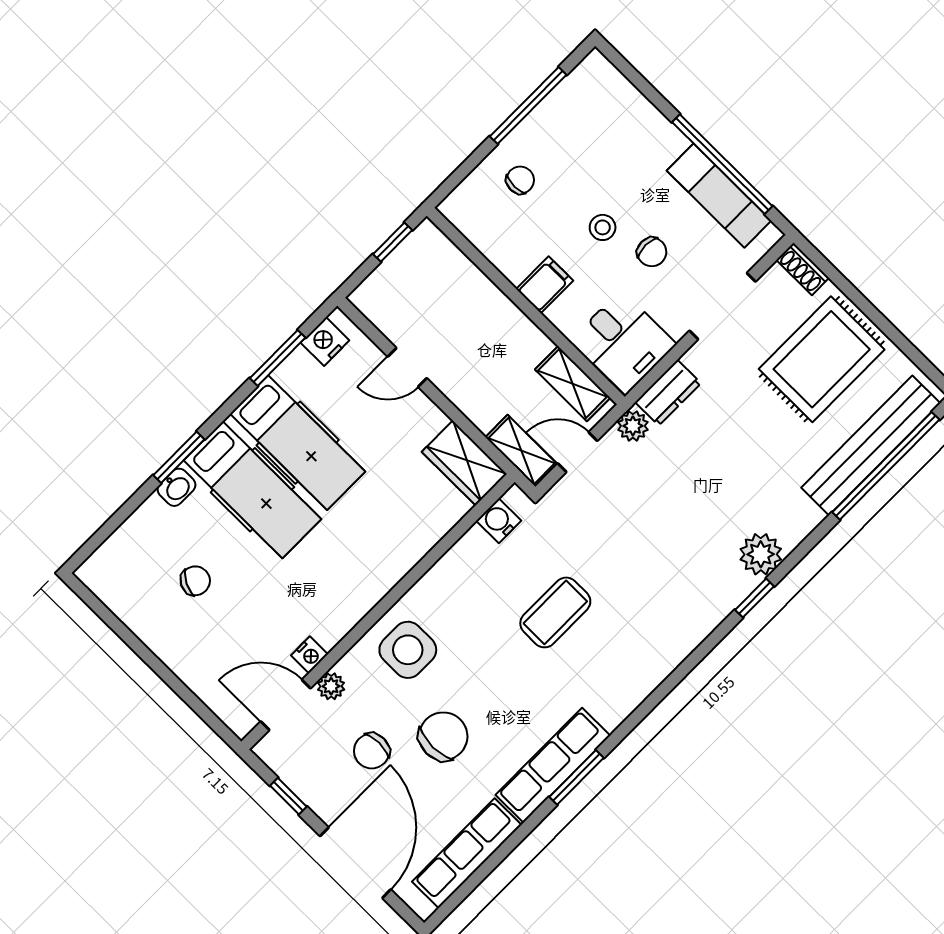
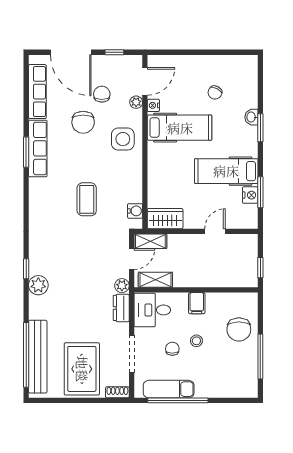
chair: (520, 180) -> (239, 329), width x1.87, depth x1.87
chair: (652, 252) -> (172, 349), turned 90
nightstand: (325, 341) -> (250, 195), moved
hospital bed: (252, 490) -> (180, 128), moved, turned 180

